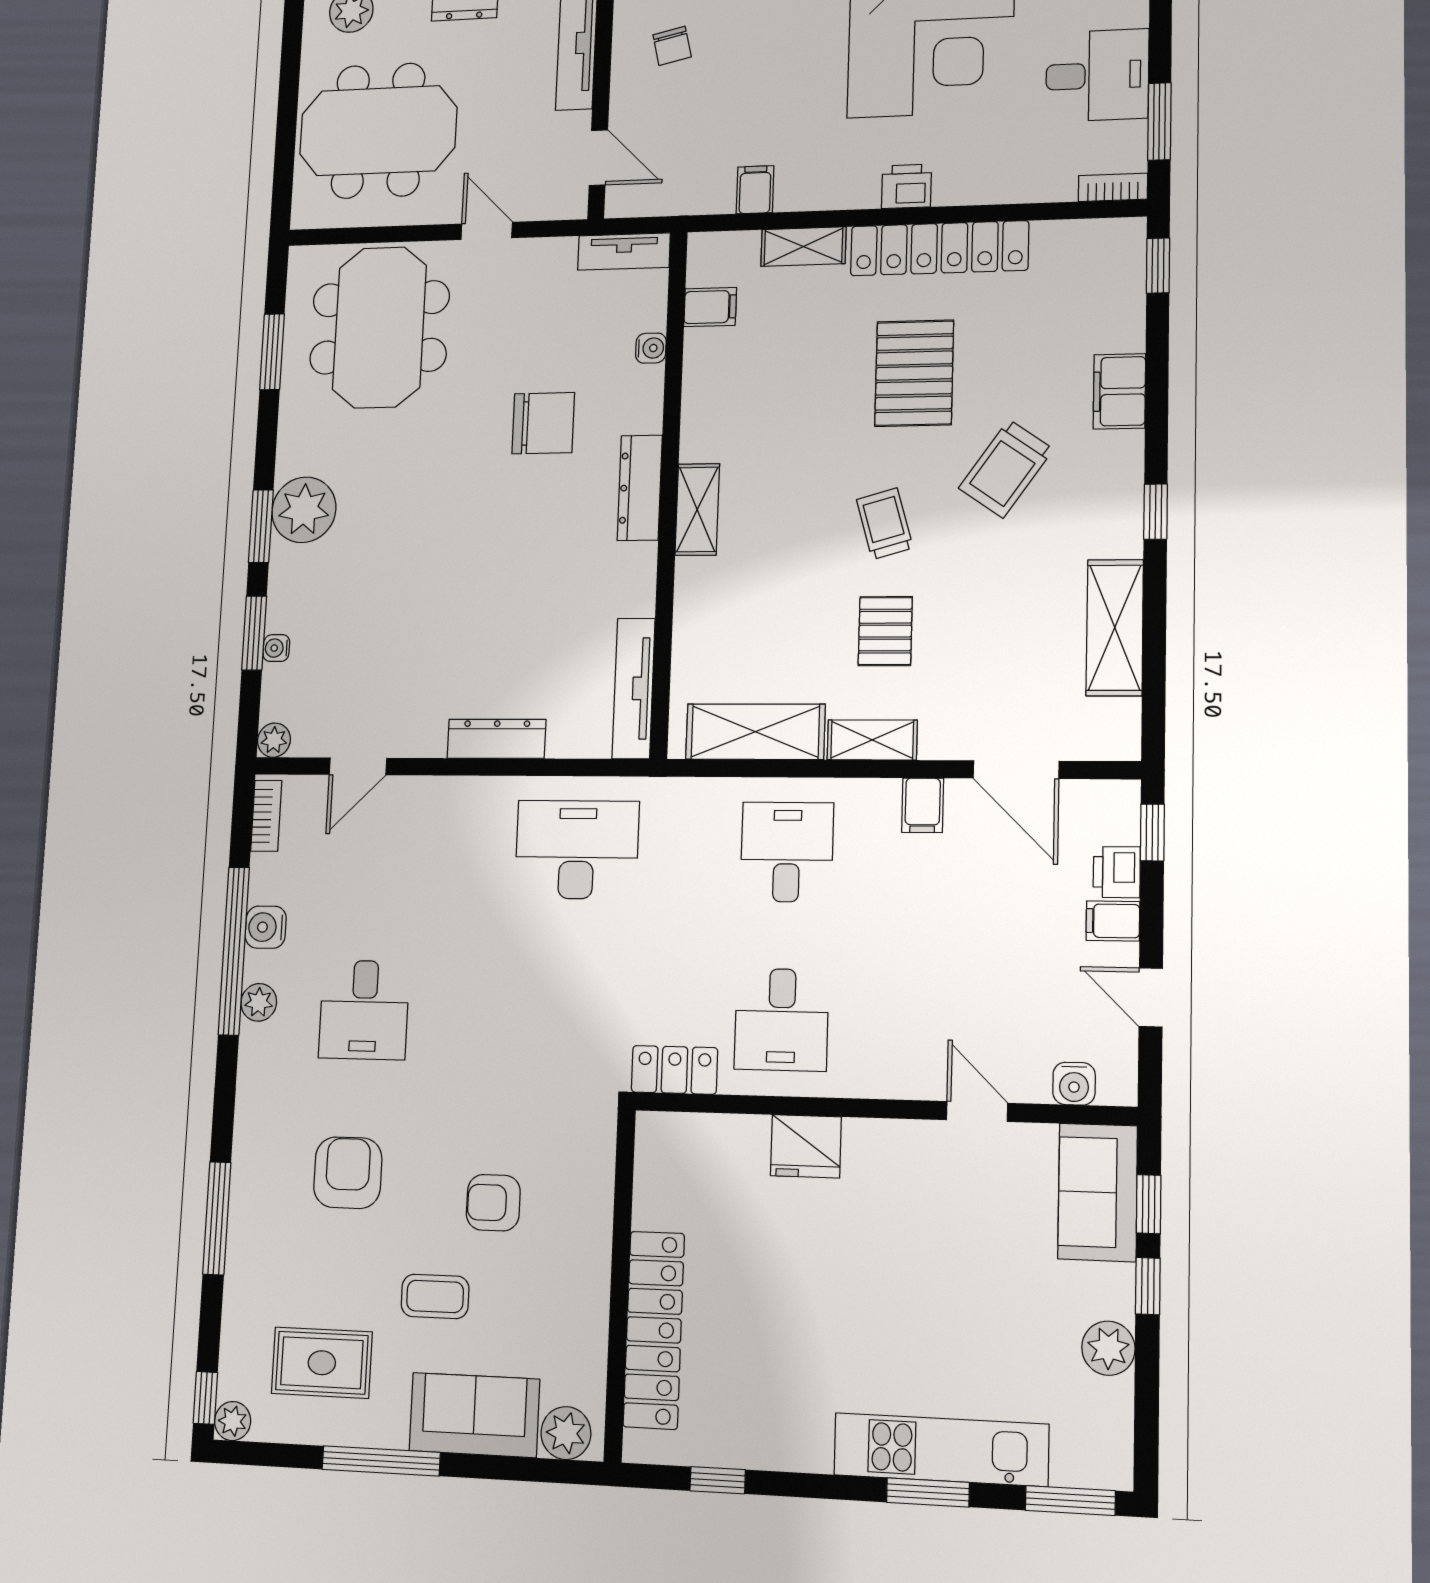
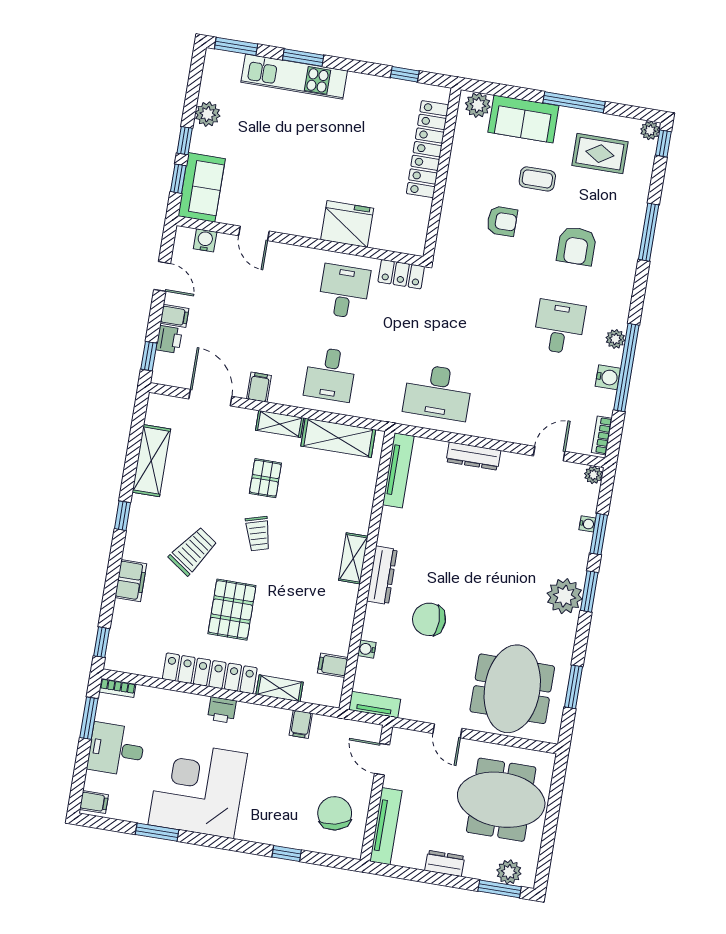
chair: (672, 46) -> (335, 813), width x1.87, depth x1.87
fridge: (806, 1146) -> (347, 224), width x1.36, depth x1.34

